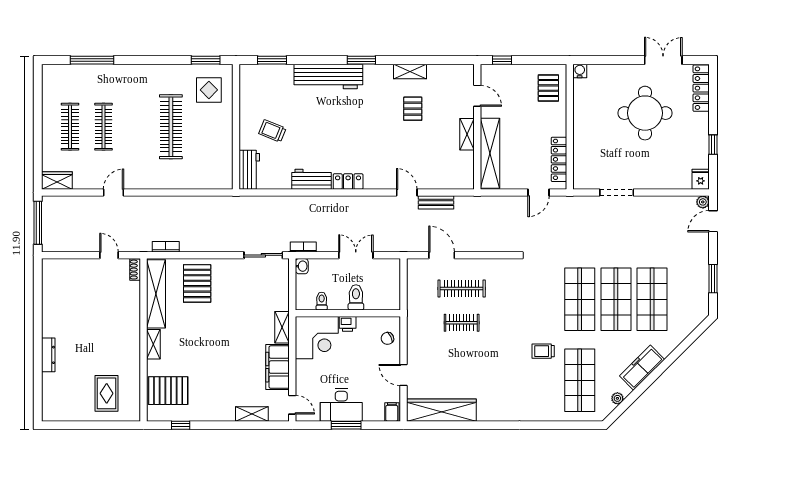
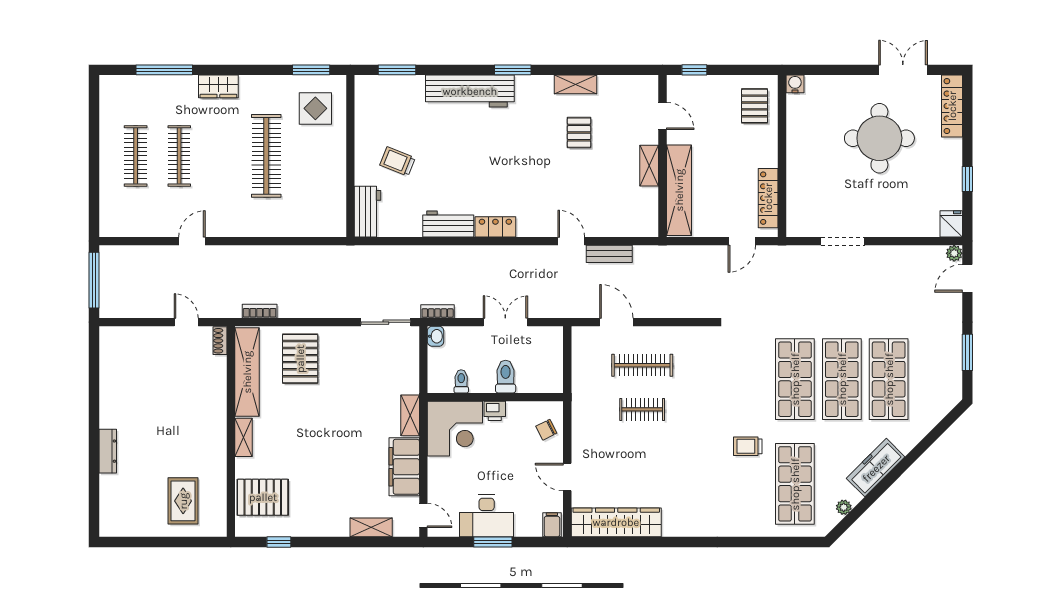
wardrobe: (57, 181) -> (218, 86), moved, turned 180

